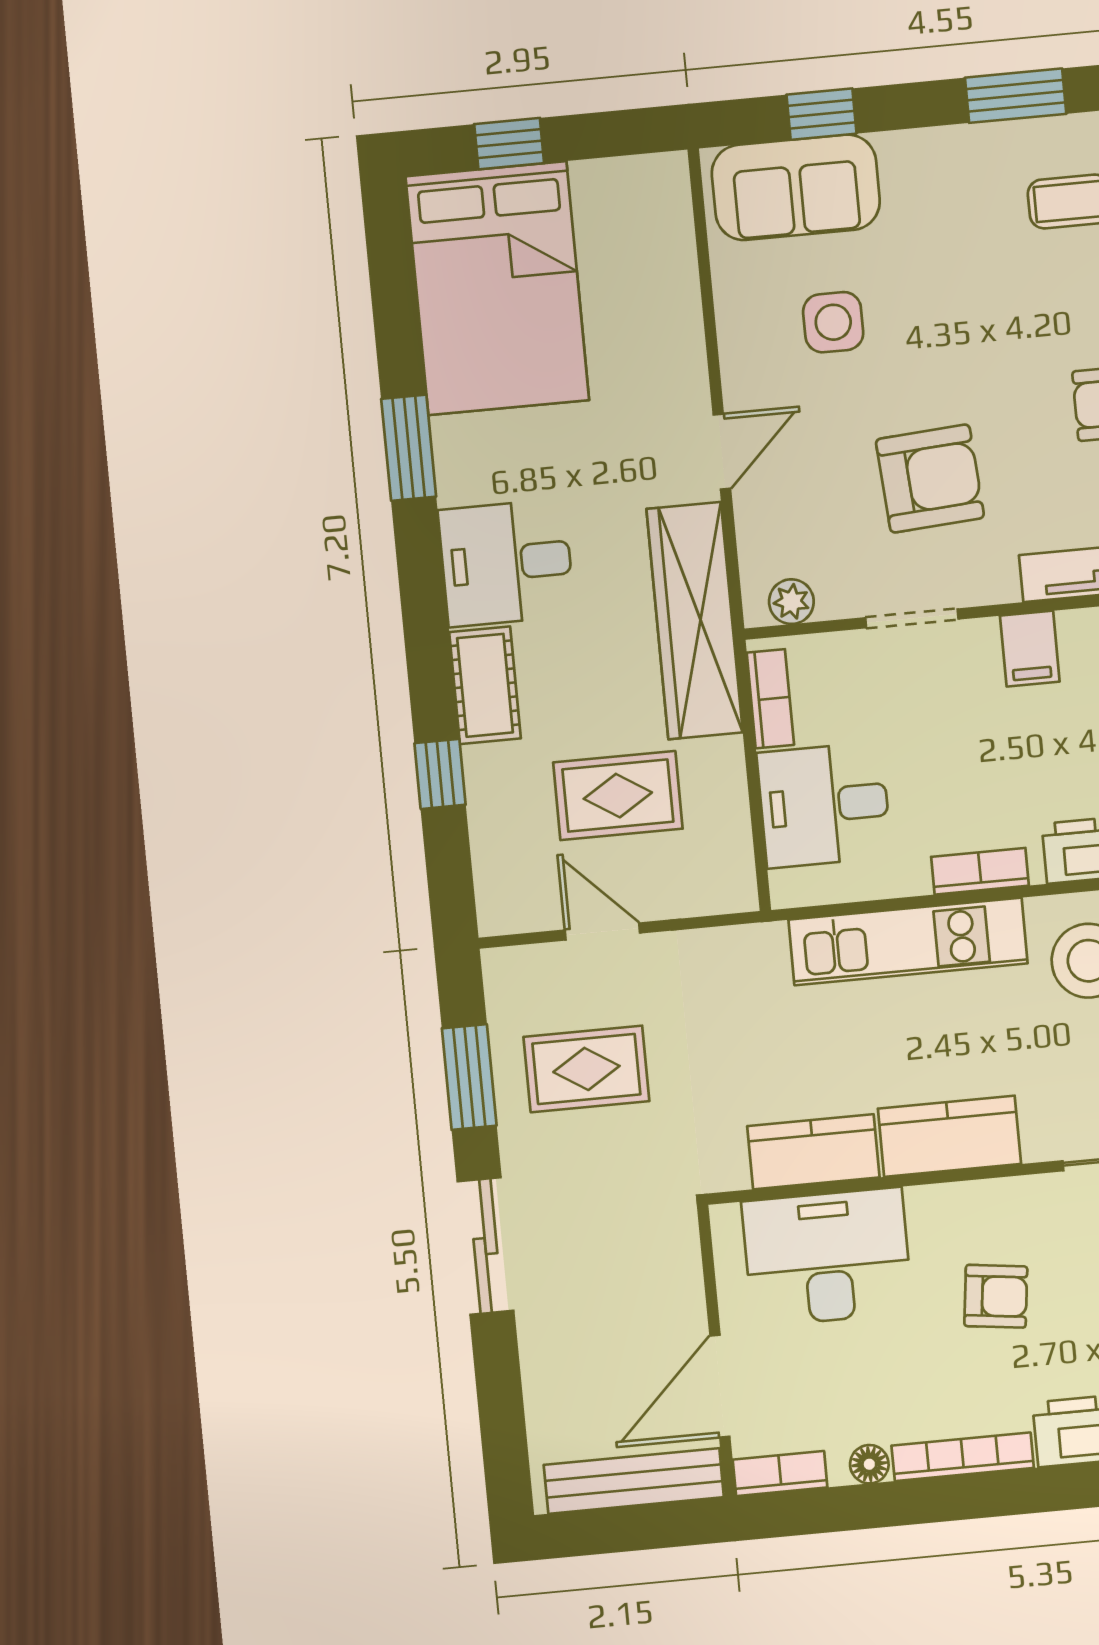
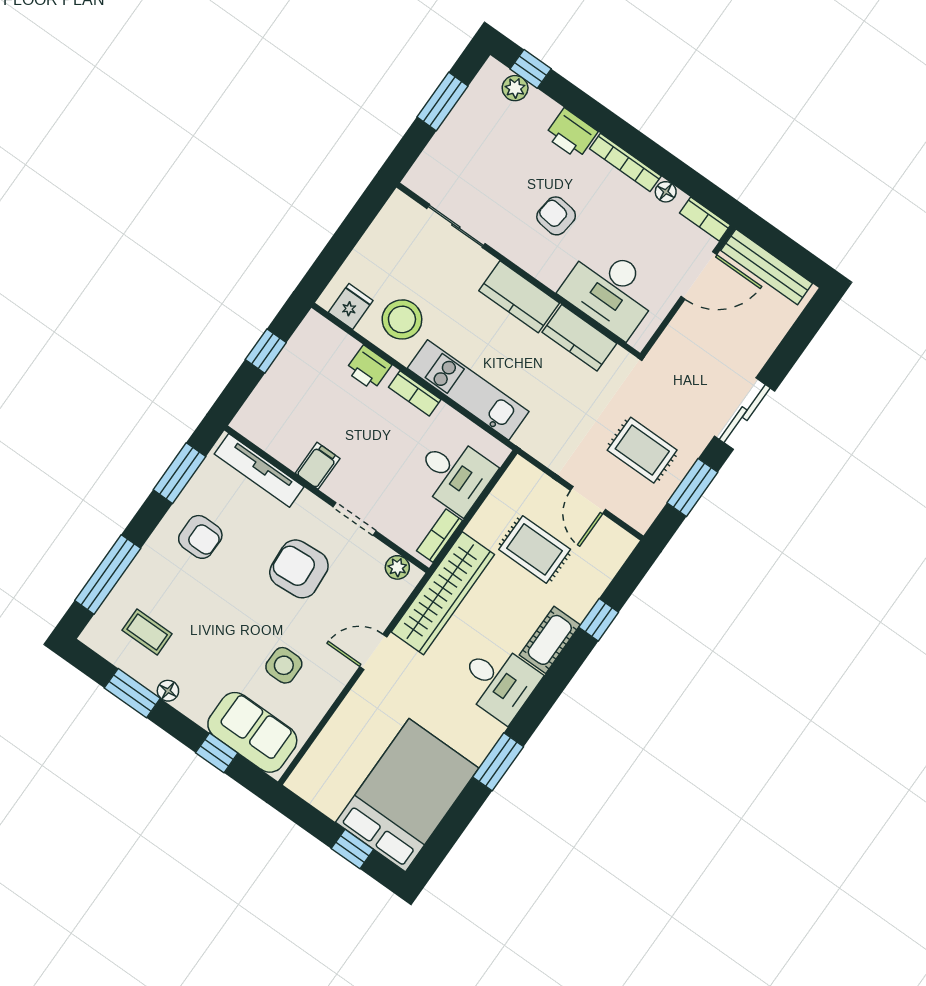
floor lamp: (968, 143) -> (168, 691), added

